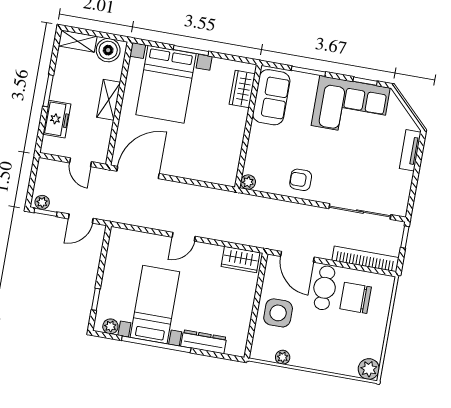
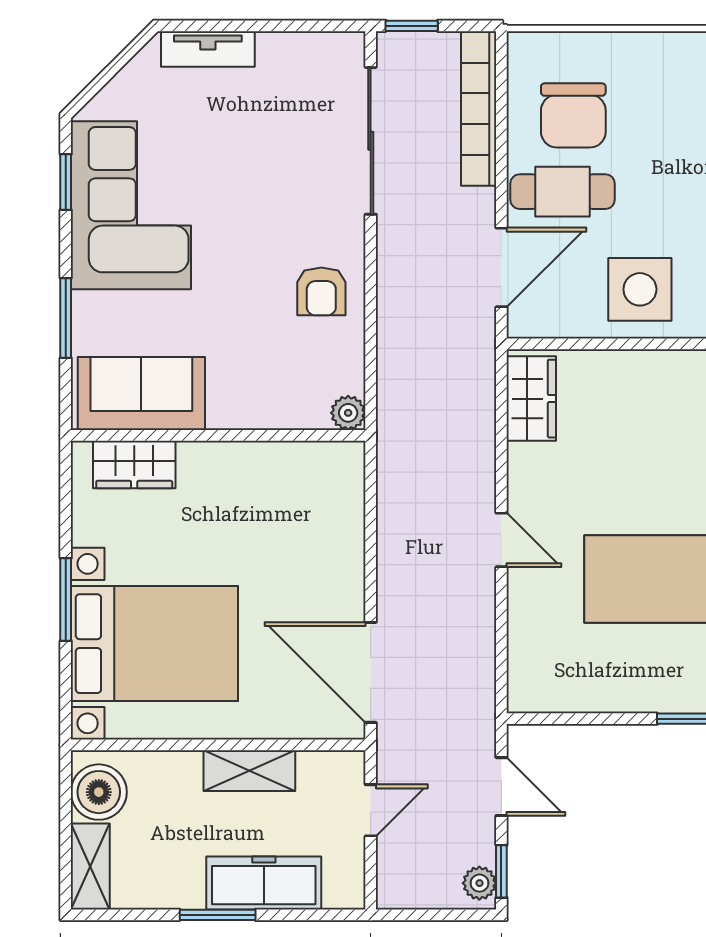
shelving: (109, 100) -> (249, 771), moved
freezer: (57, 119) -> (264, 883), width x1.40

